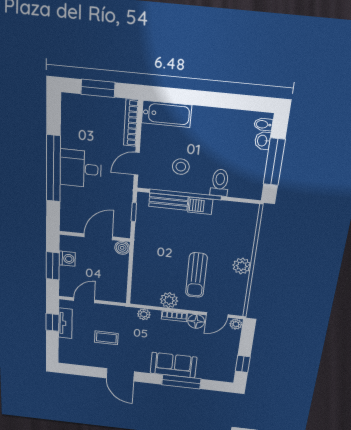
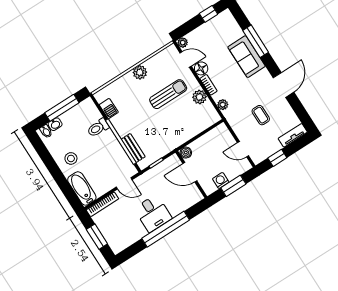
stool: (181, 167) -> (71, 158), moved
barbecue: (200, 206) -> (109, 109), moved
tv unit: (65, 323) -> (293, 135), moved

